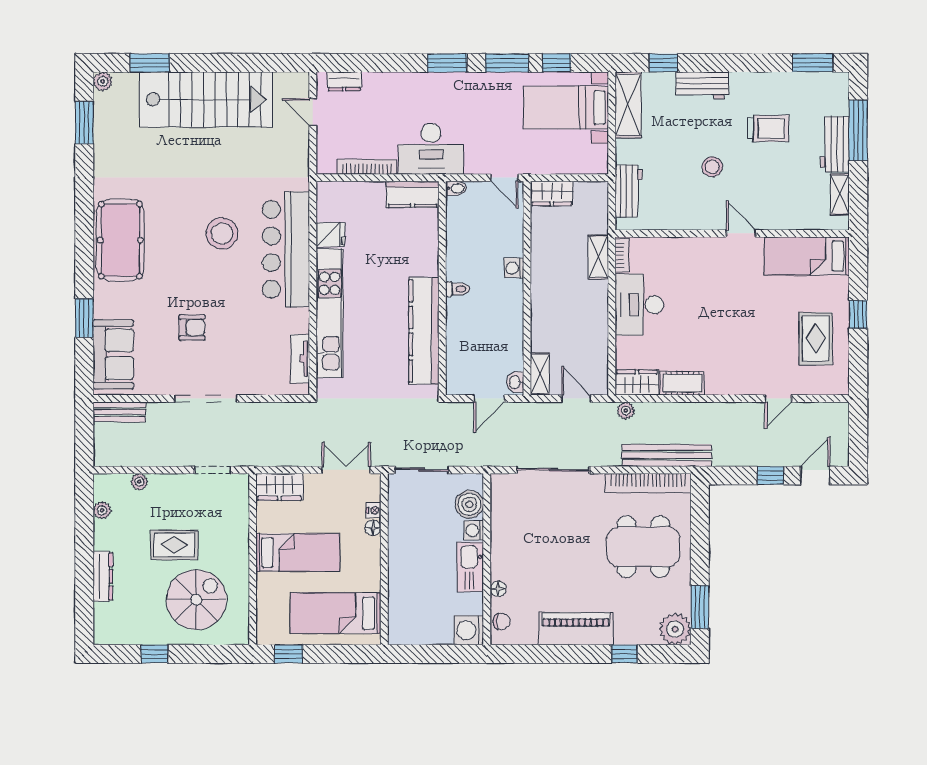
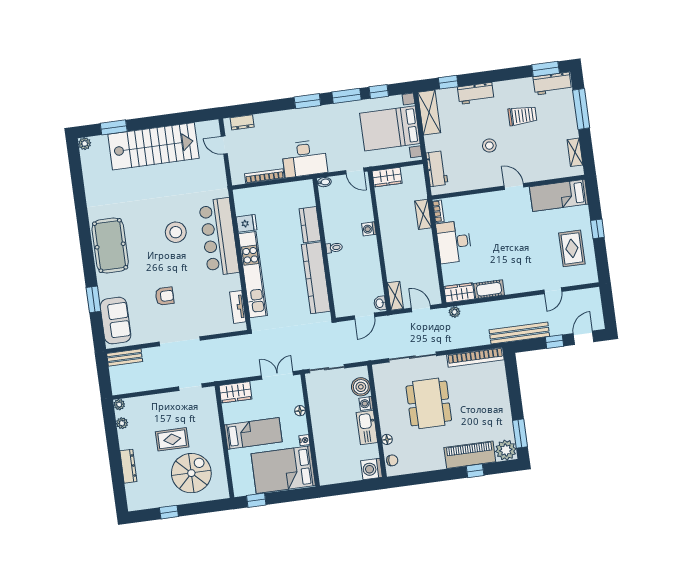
bed with nightstands: (566, 108) -> (390, 128), width x1.36
window: (84, 123) -> (76, 172), removed
workbench: (835, 144) -> (552, 84), moved, turned -90
kitchen counter: (413, 194) -> (310, 225), moved, turned 90
bench: (667, 455) -> (519, 333), moved
plant: (139, 482) -> (119, 405), moved
nightstand: (373, 510) -> (304, 440), moved
dining table: (643, 547) -> (429, 403), moved, turned 90
bed: (336, 613) -> (283, 470), width x1.50
piano: (576, 629) -> (470, 455), moved

